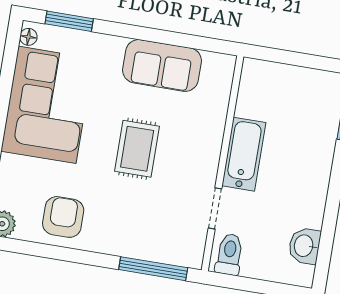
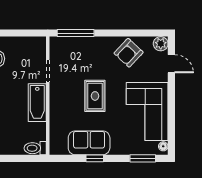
window: (156, 36) -> (95, 158), added
armchair: (63, 217) -> (129, 53), turned 43
toilet: (229, 254) -> (35, 148), moved, turned 90

